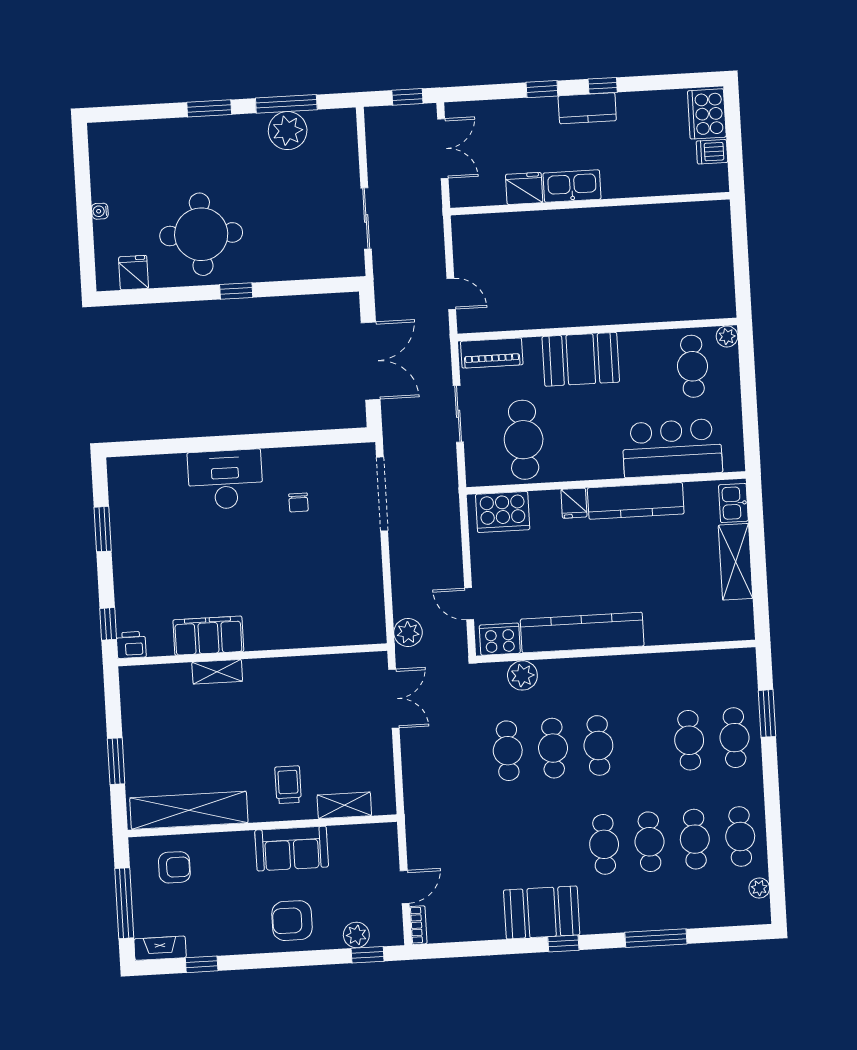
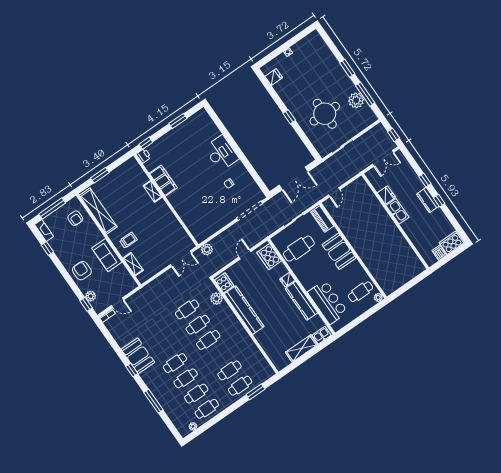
round table: (201, 234) -> (325, 114), moved
door: (469, 604) -> (245, 254), moved

